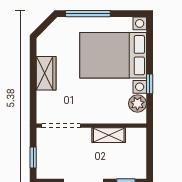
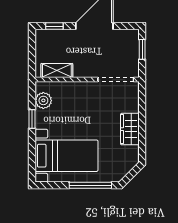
bed with nightstands: (113, 55) -> (66, 156), width x0.73
shelving: (109, 135) -> (57, 71), moved

